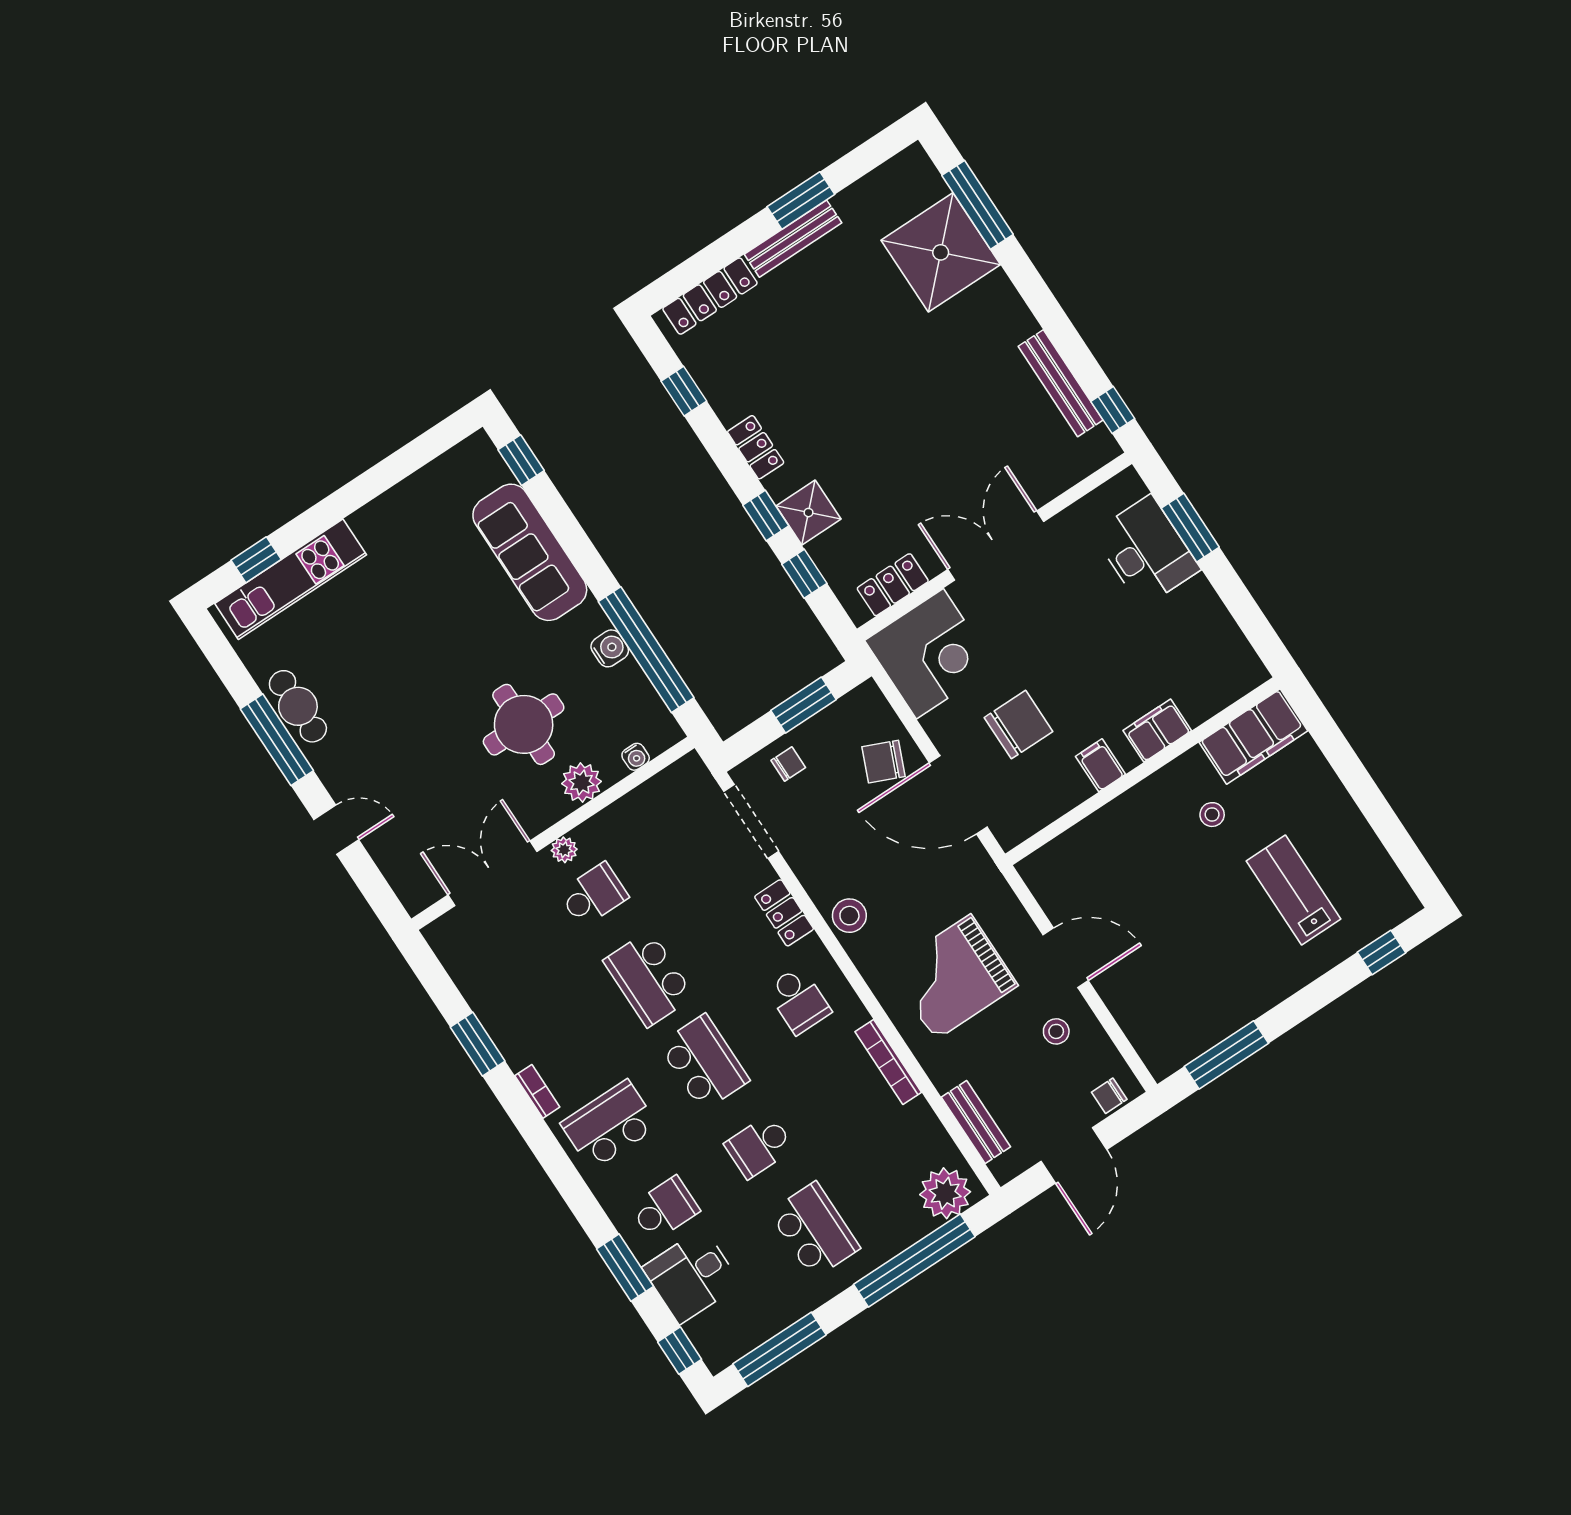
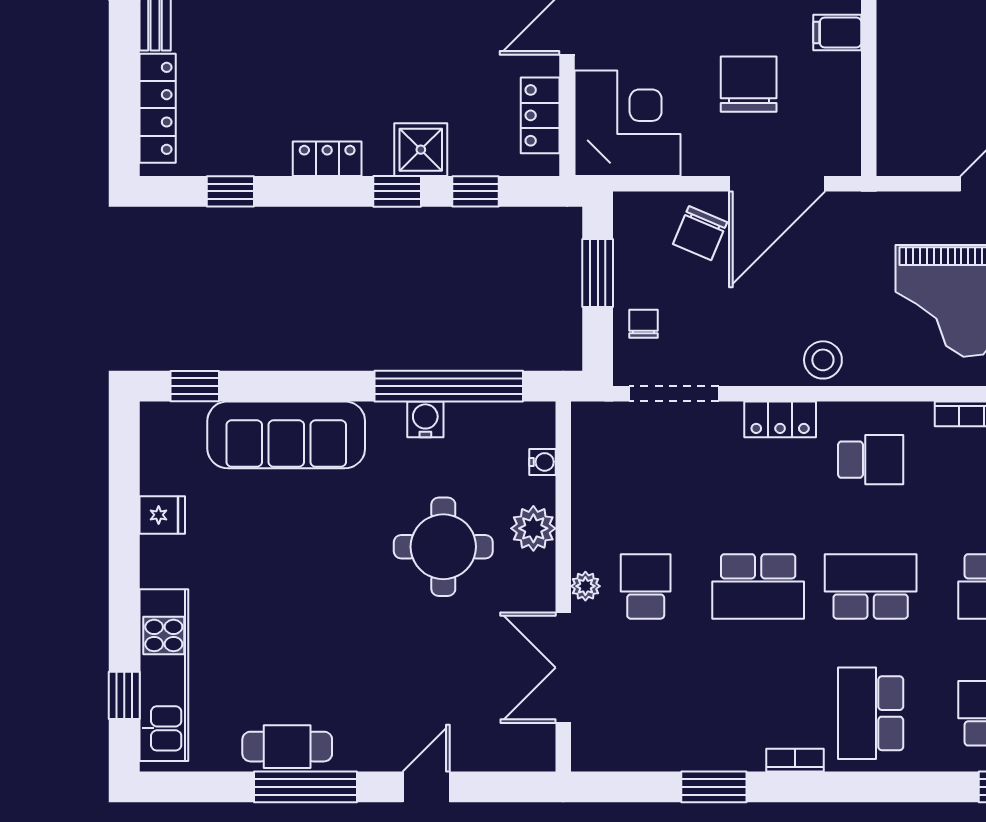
fridge: (409, 499) -> (162, 515), added

